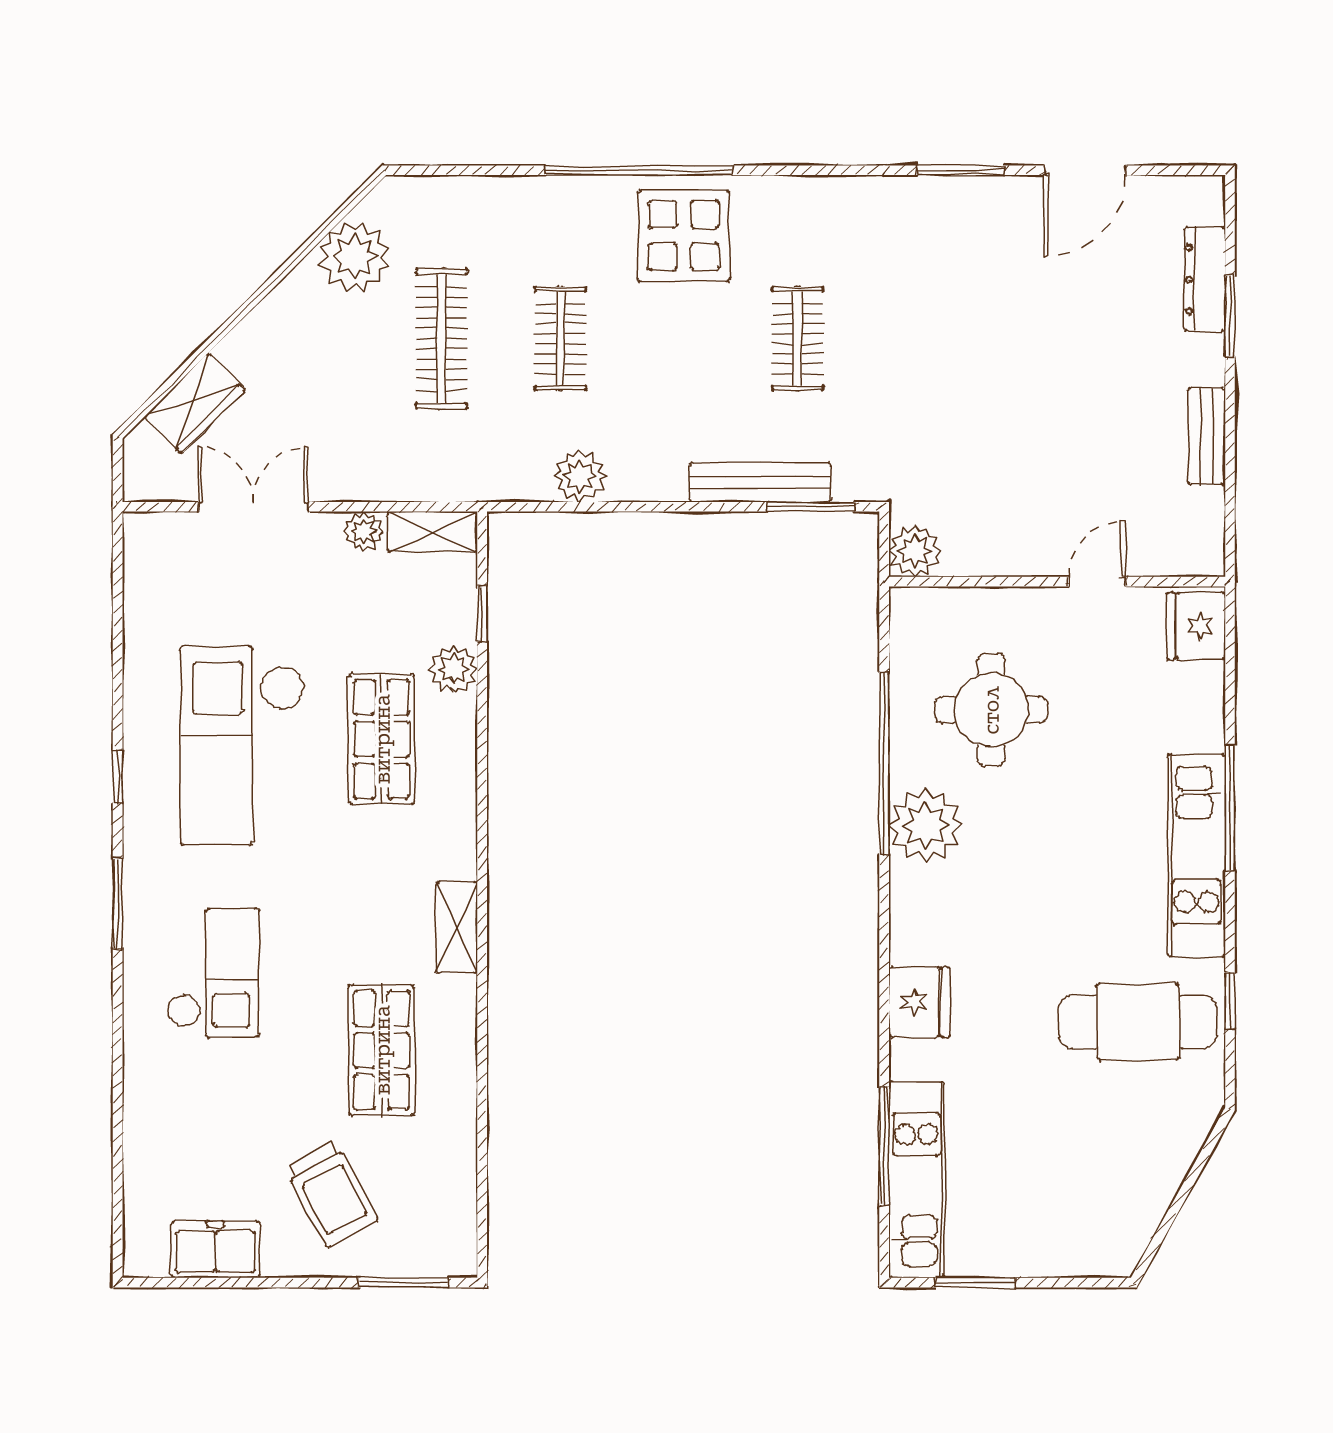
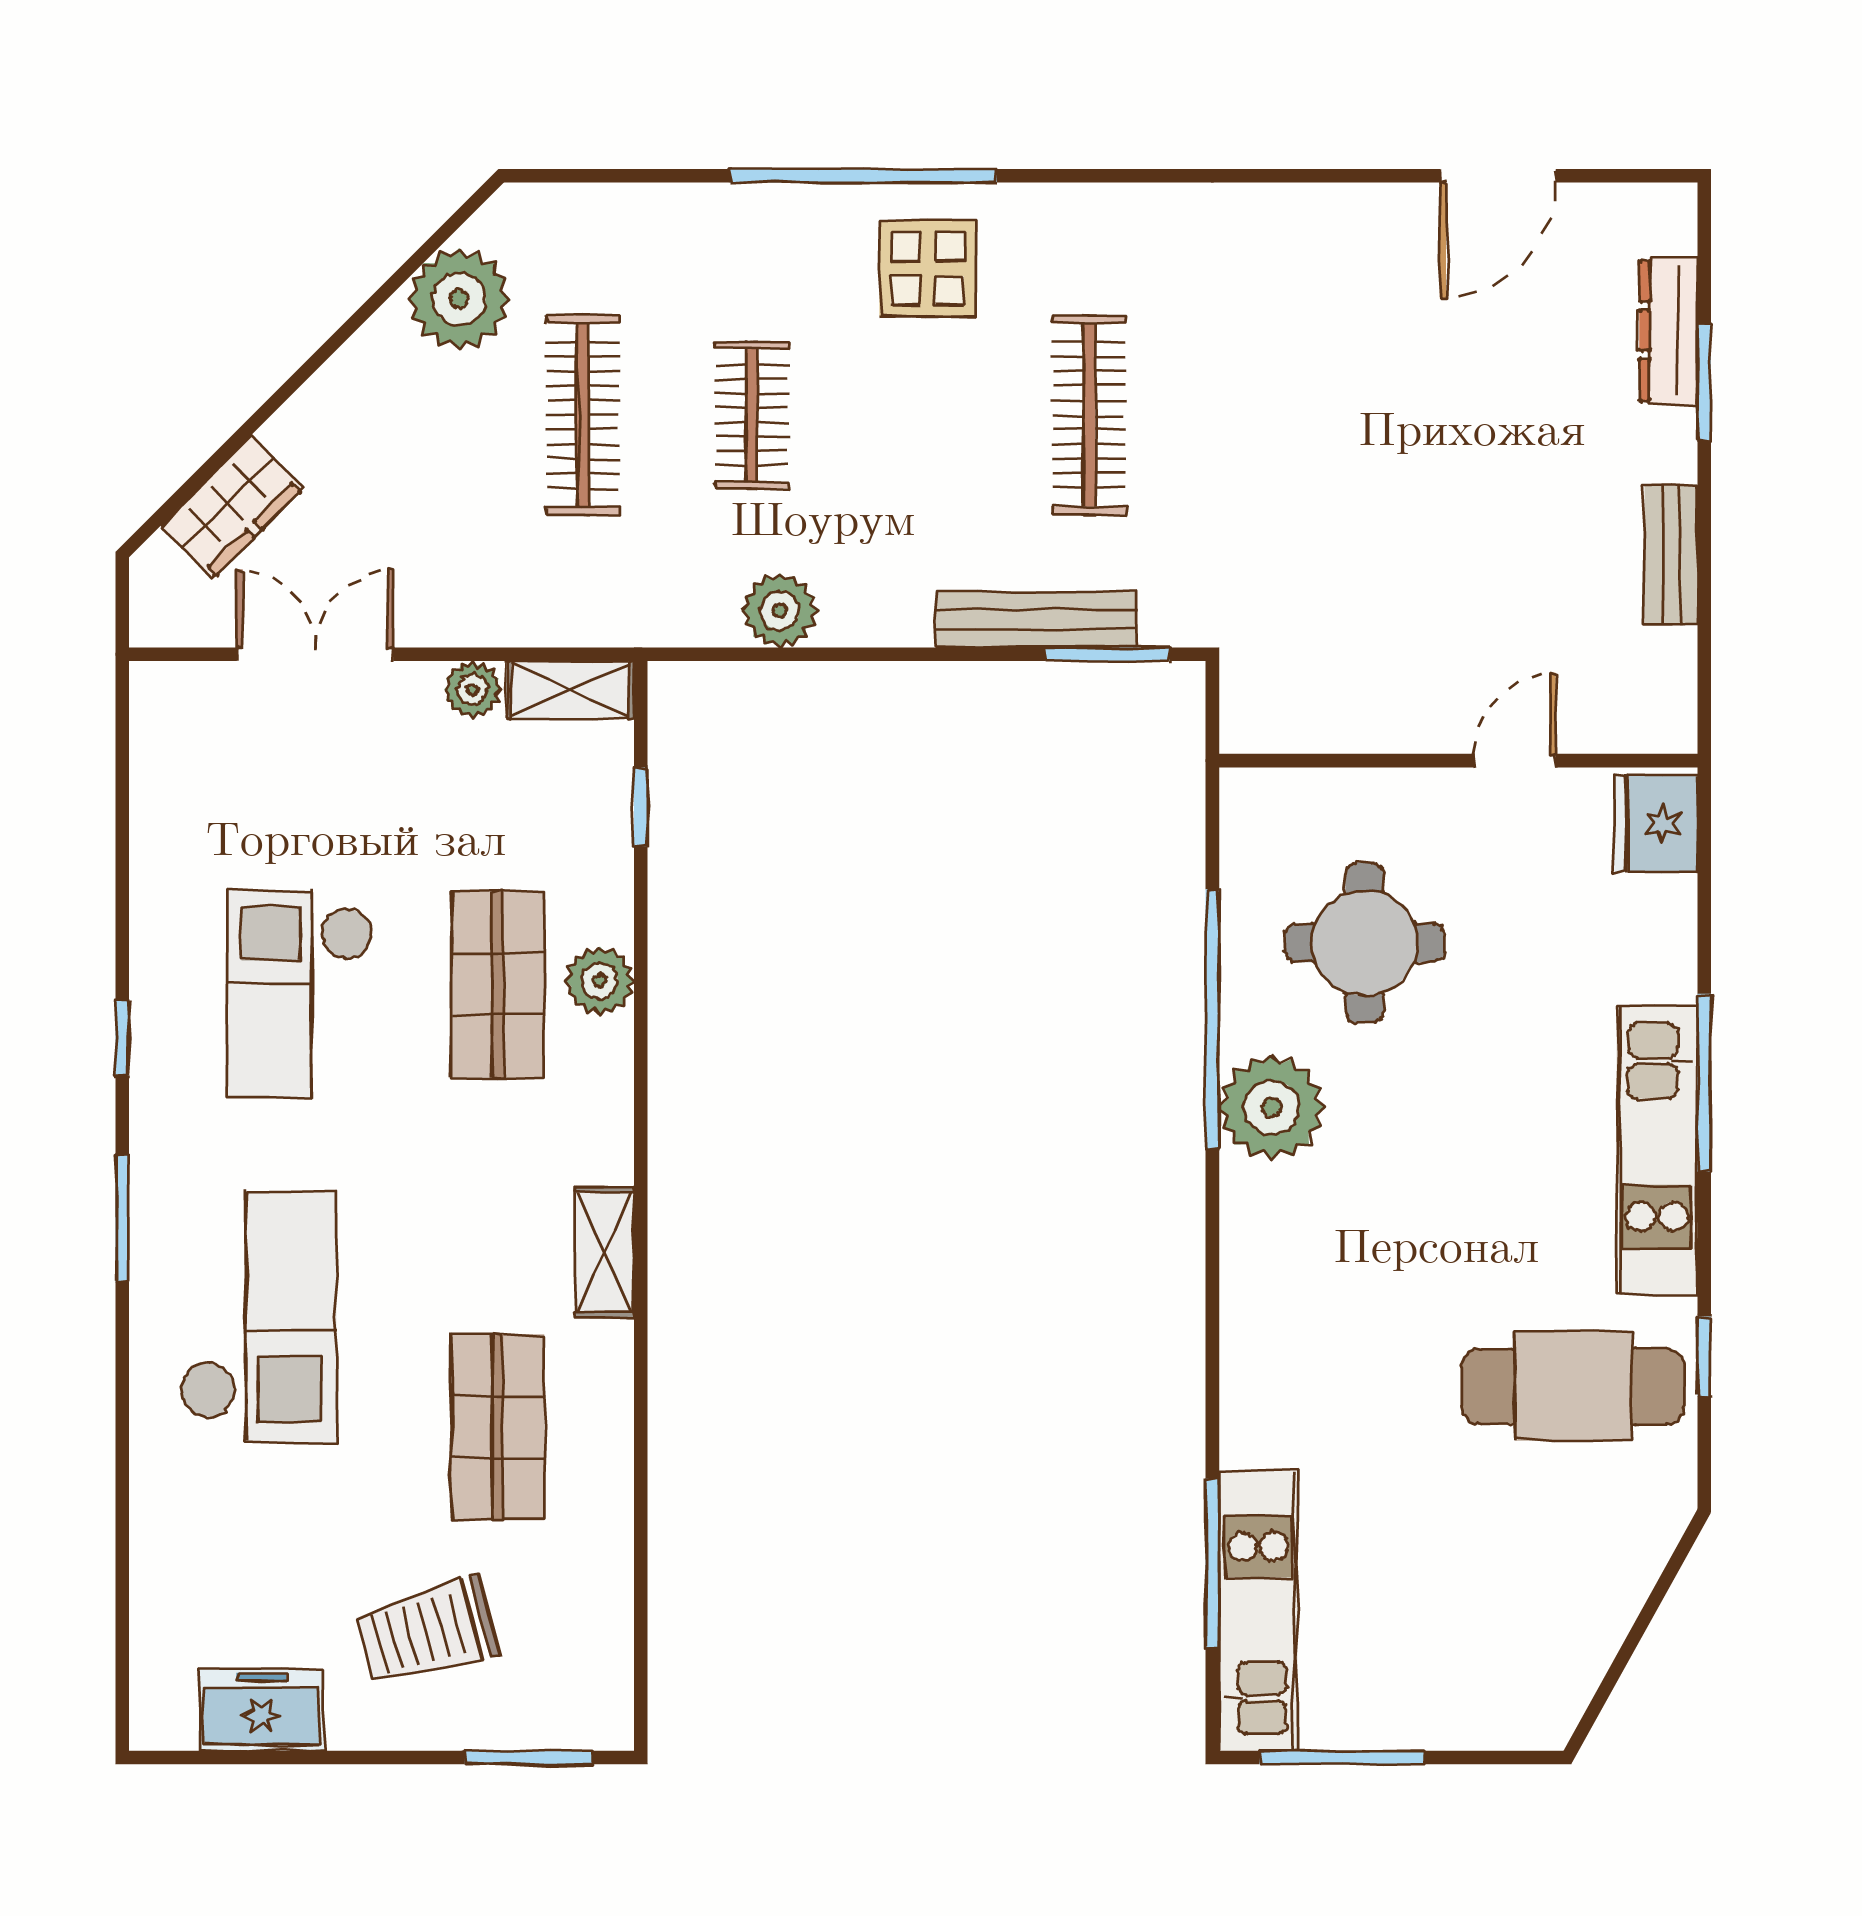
window: (961, 170) -> (1321, 176), removed
display table: (684, 236) -> (927, 269), width x0.73, depth x0.73
clothes rail: (798, 339) -> (1089, 415), width x1.36
plant: (915, 551) -> (1256, 717), removed
plant: (453, 669) -> (600, 981), moved
checkout: (242, 746) -> (300, 994), width x0.73, depth x0.83
checkout: (213, 973) -> (258, 1317), width x1.36, depth x1.21
fridge: (919, 1002) -> (1262, 1359), removed
trolley: (332, 1194) -> (427, 1632), turned 103
window: (975, 1283) -> (1342, 1758), width x1.44

